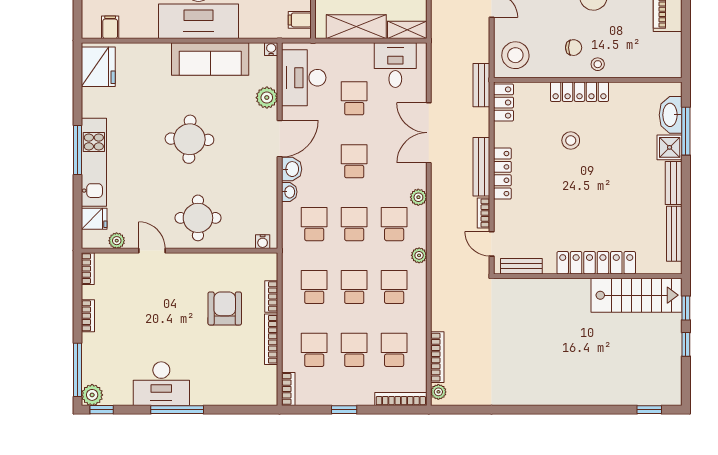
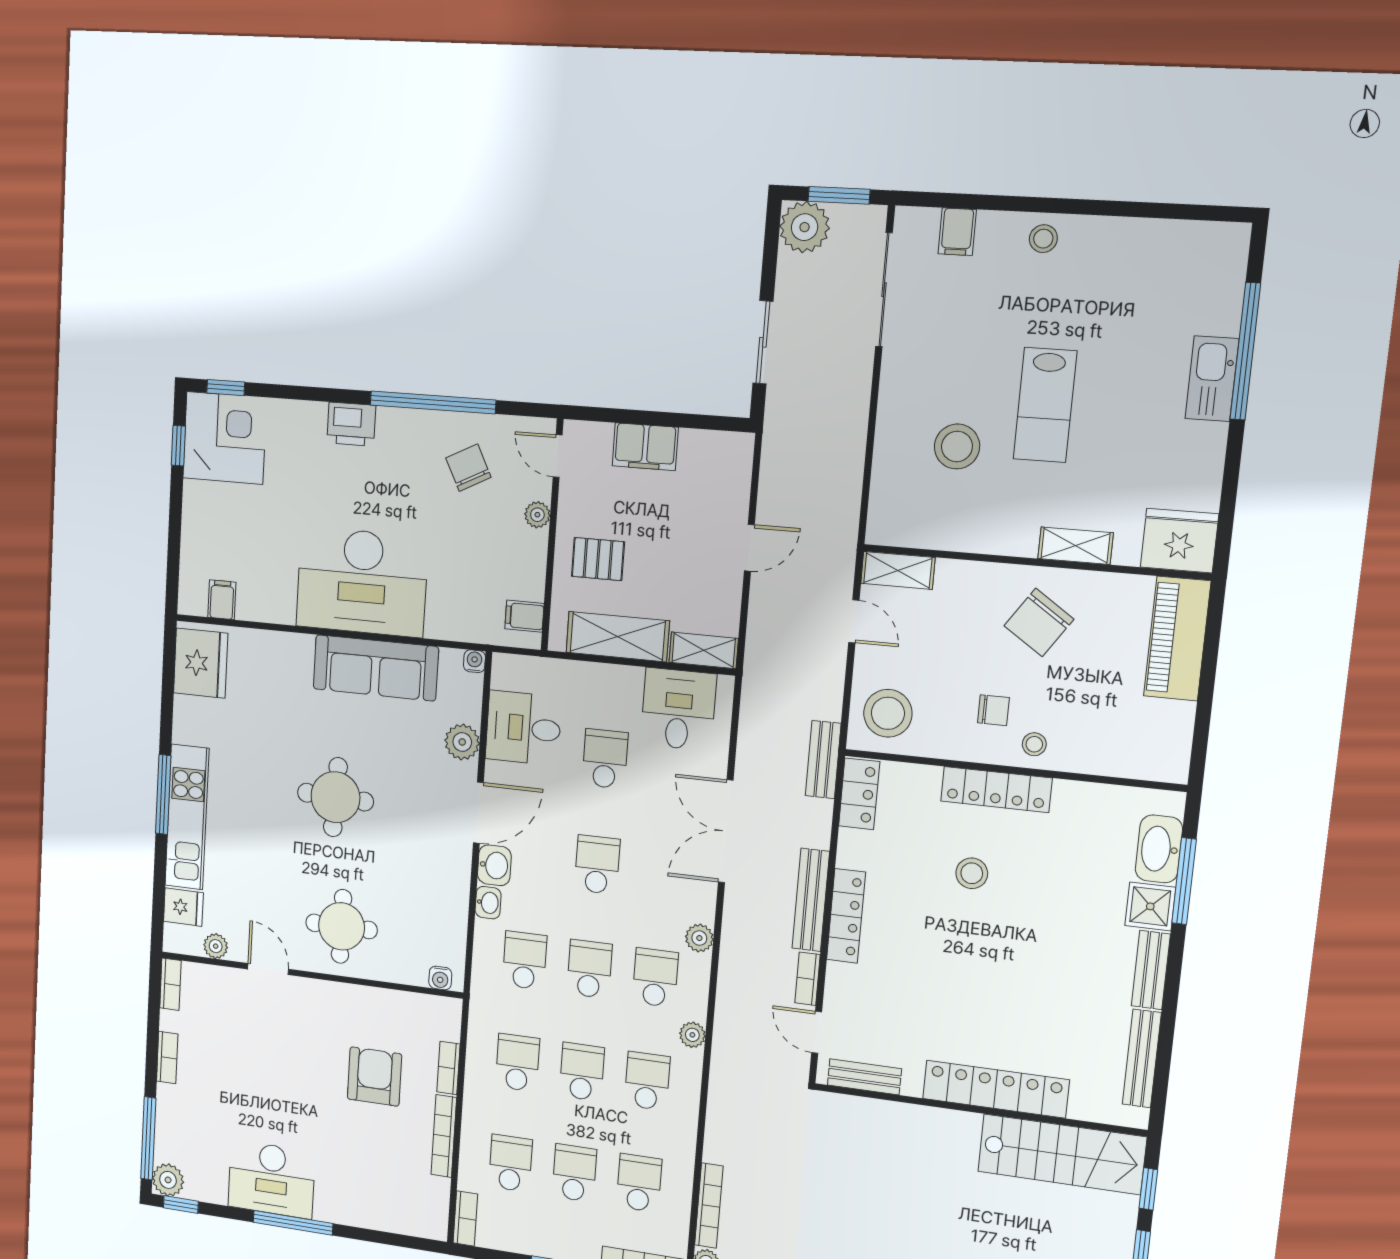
desk: (304, 78) -> (523, 728), width x0.73

